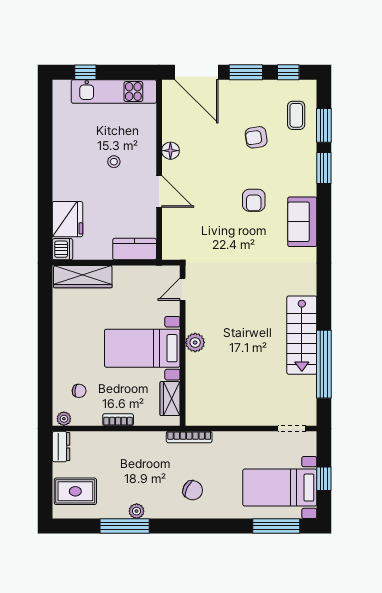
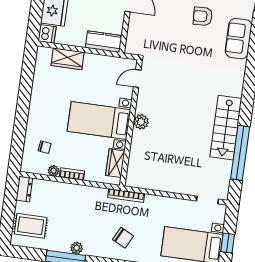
armchair: (254, 200) -> (203, 16), turned 87
wardrobe: (83, 277) -> (68, 59), width x0.67
plant: (64, 419) -> (53, 171), moved

